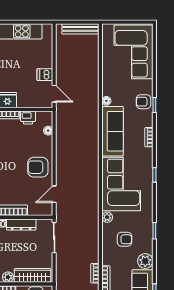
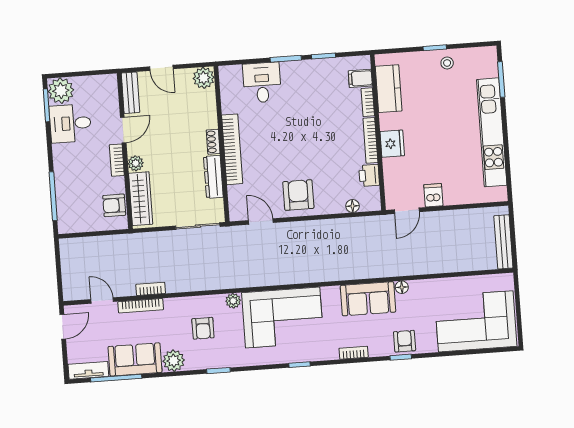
sofa: (113, 131) -> (368, 299), width x0.73

